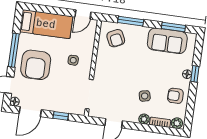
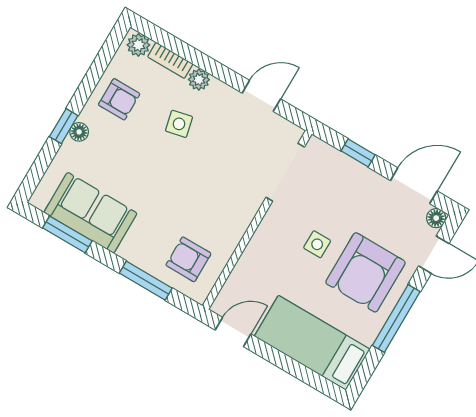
armchair: (116, 38) -> (188, 259), turned -65
side table: (73, 60) -> (317, 244), moved
armchair: (36, 65) -> (366, 272), turned 180

